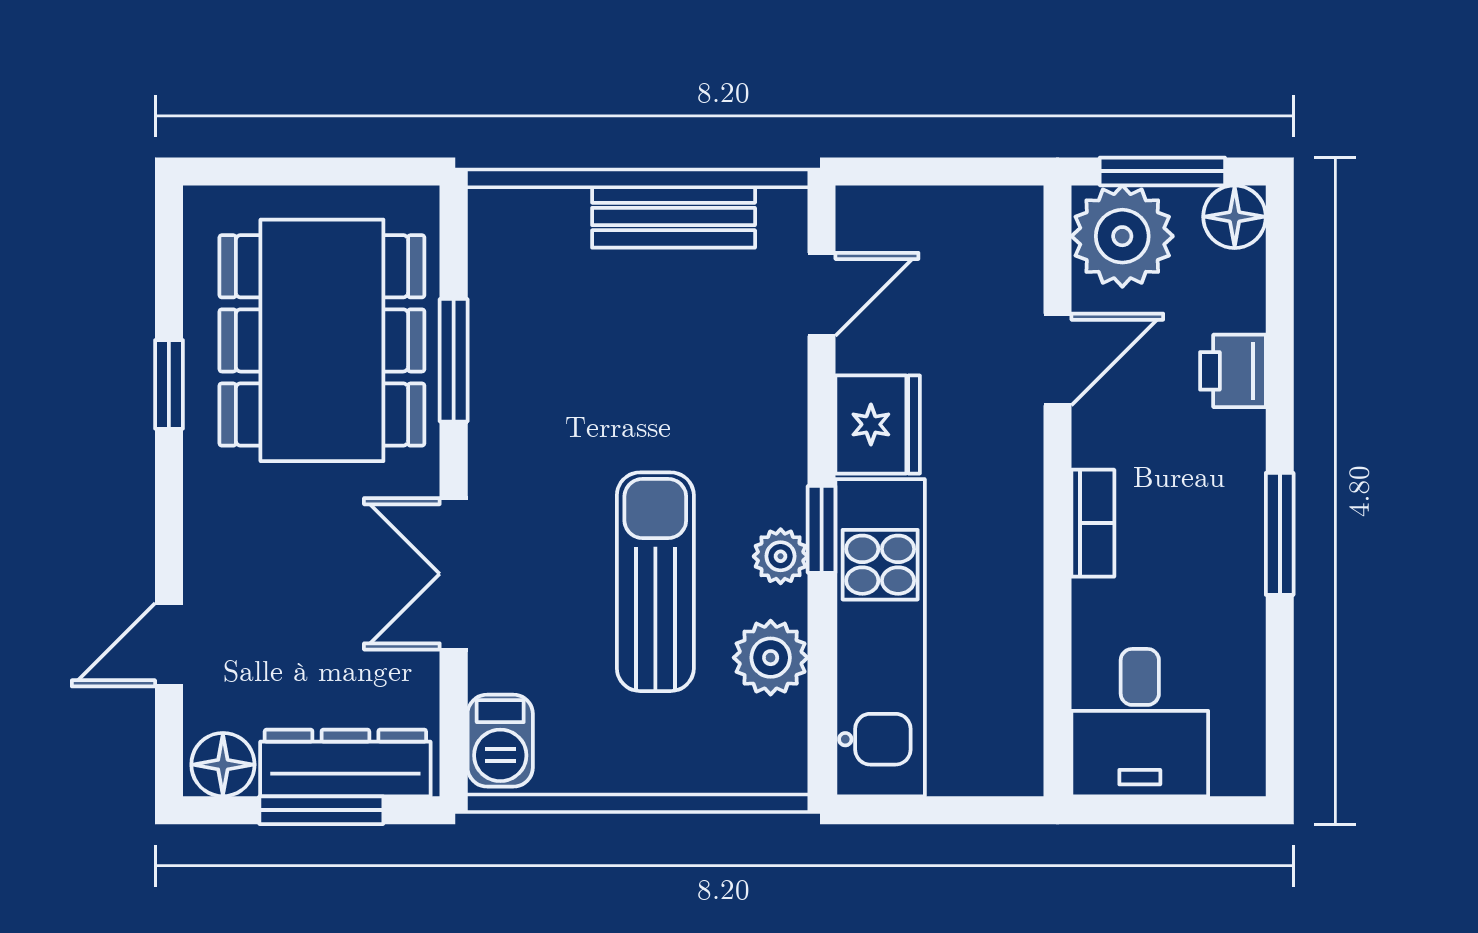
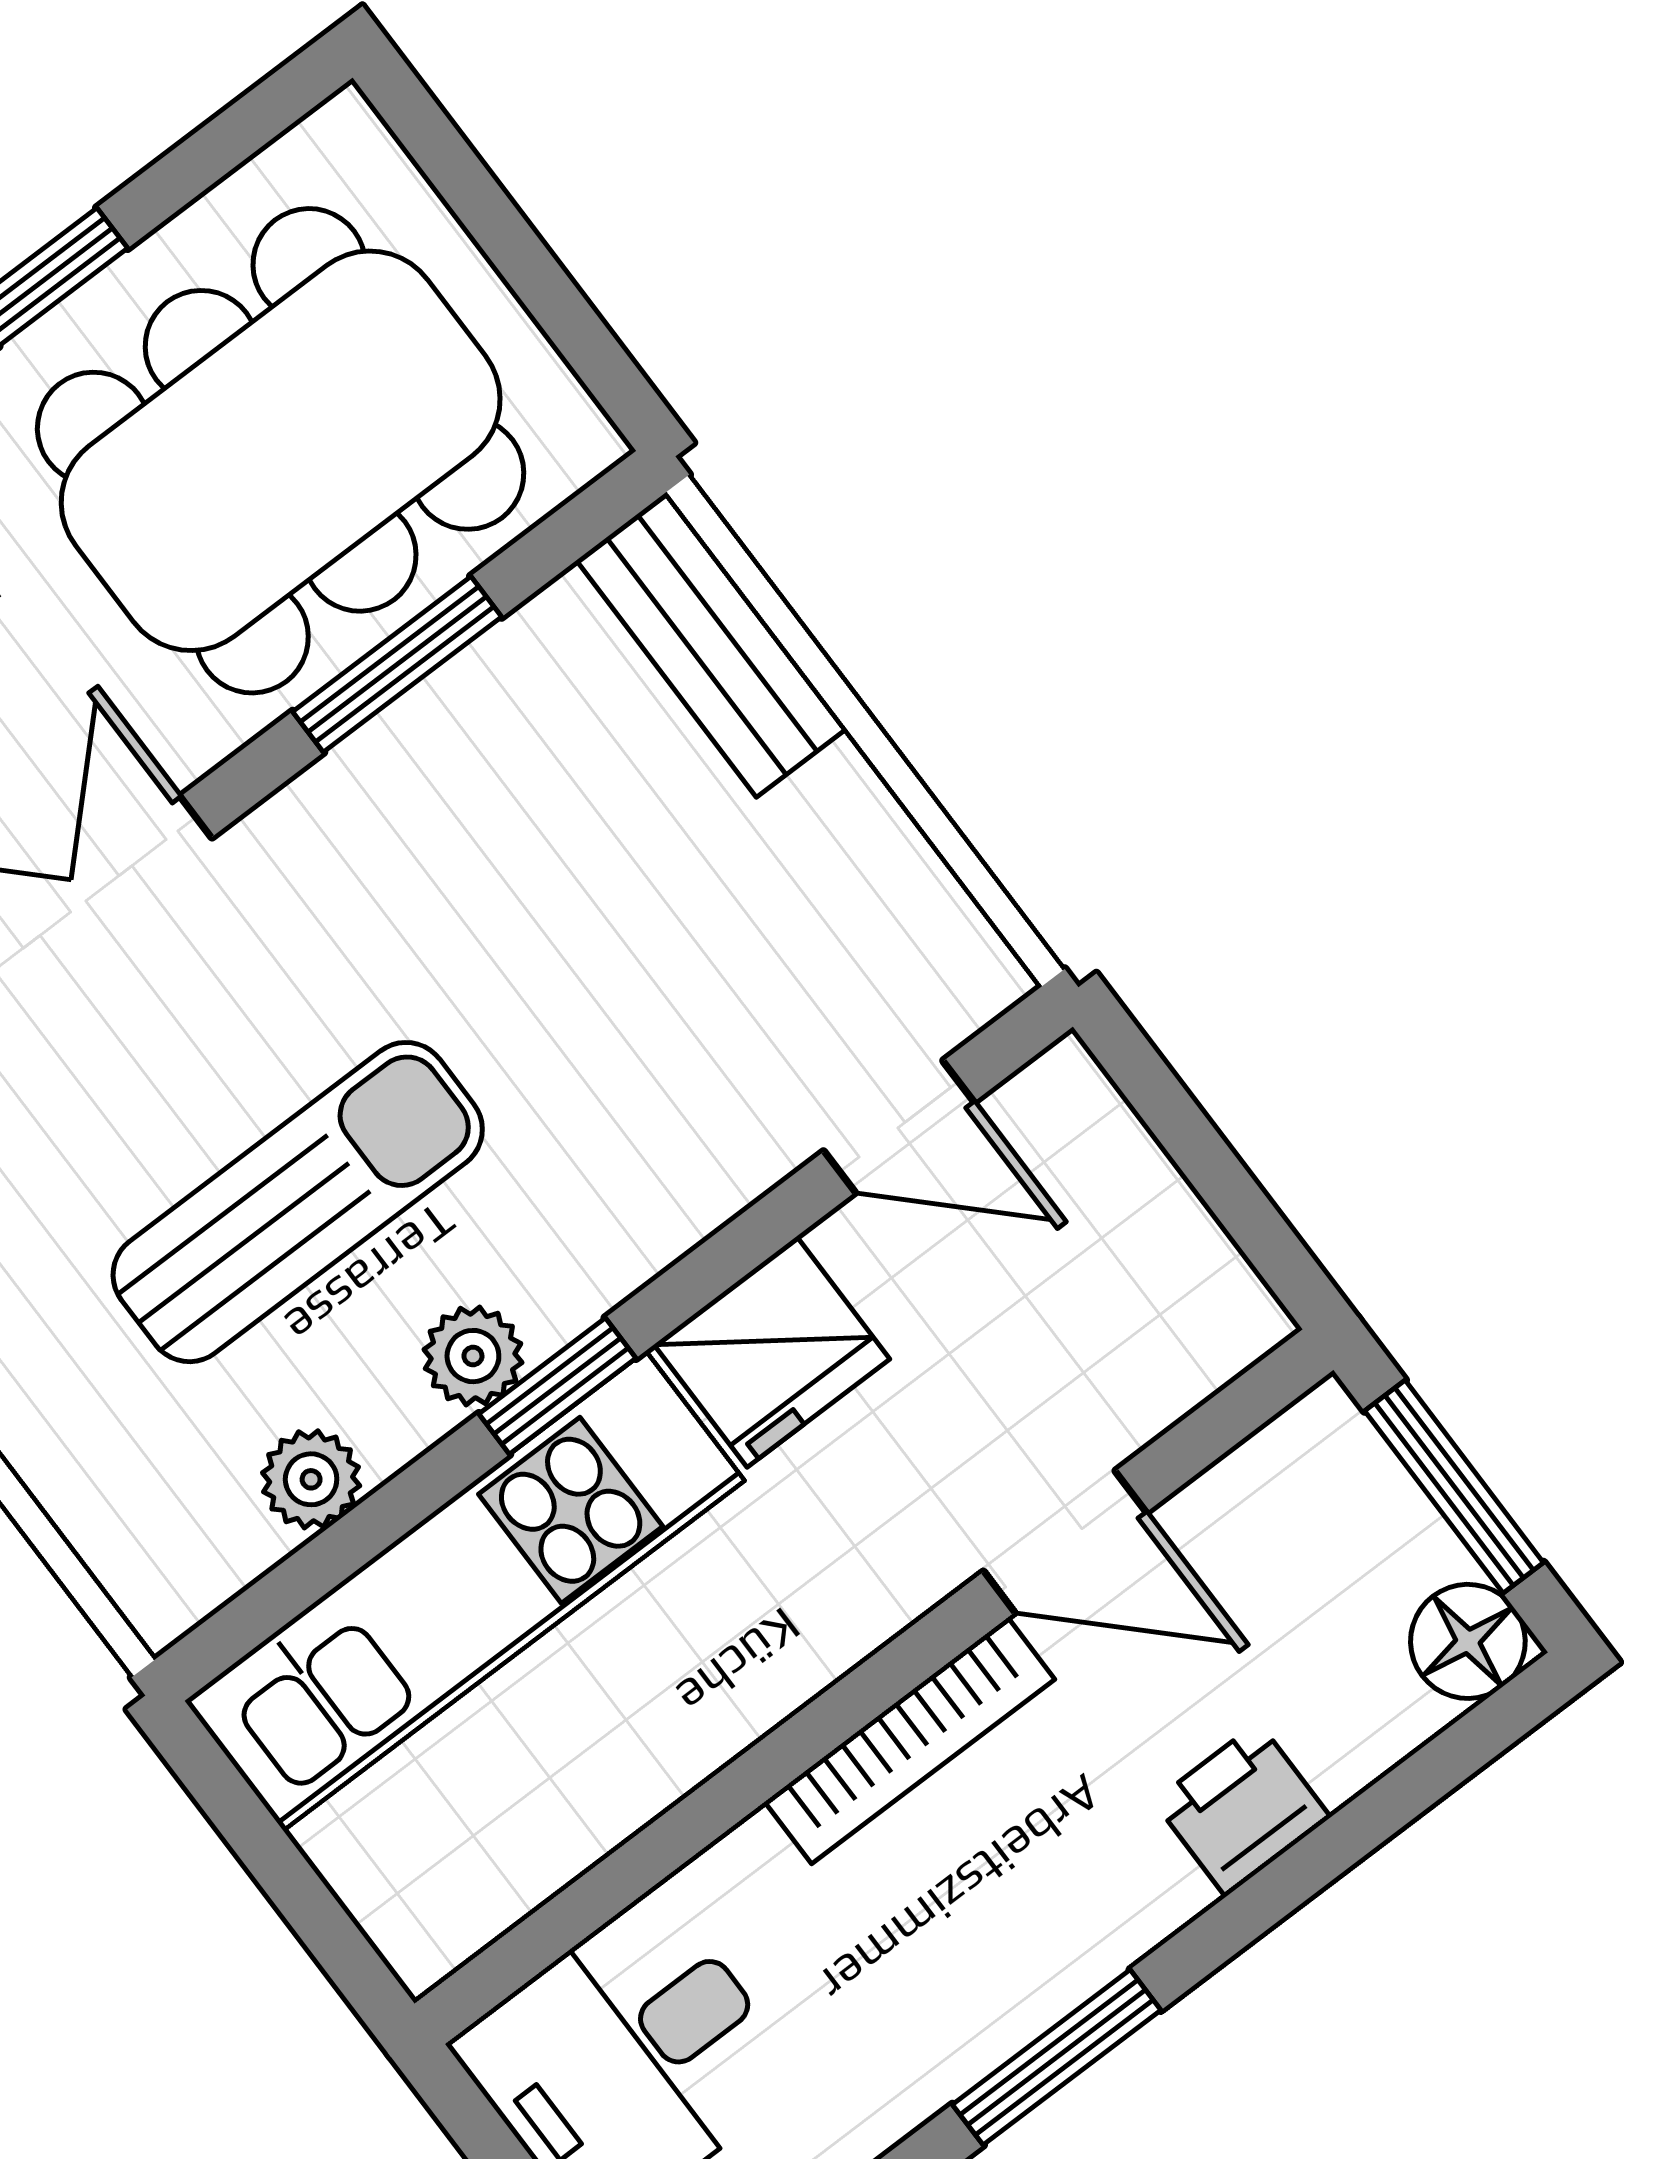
bench: (674, 217) -> (712, 644), moved
plant: (1122, 236) -> (1316, 1500), removed
bookcase: (1093, 523) -> (910, 1741), width x1.56
plant: (771, 658) -> (311, 1479), width x0.73, depth x0.73

